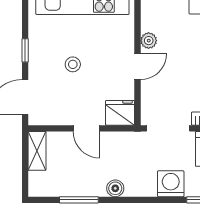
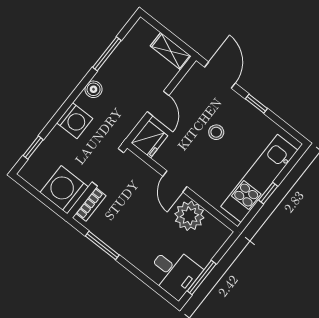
plant: (149, 41) -> (189, 216), width x1.87, depth x1.87
door: (86, 128) -> (158, 104), swing flipped
washing machine: (171, 184) -> (75, 121), moved

